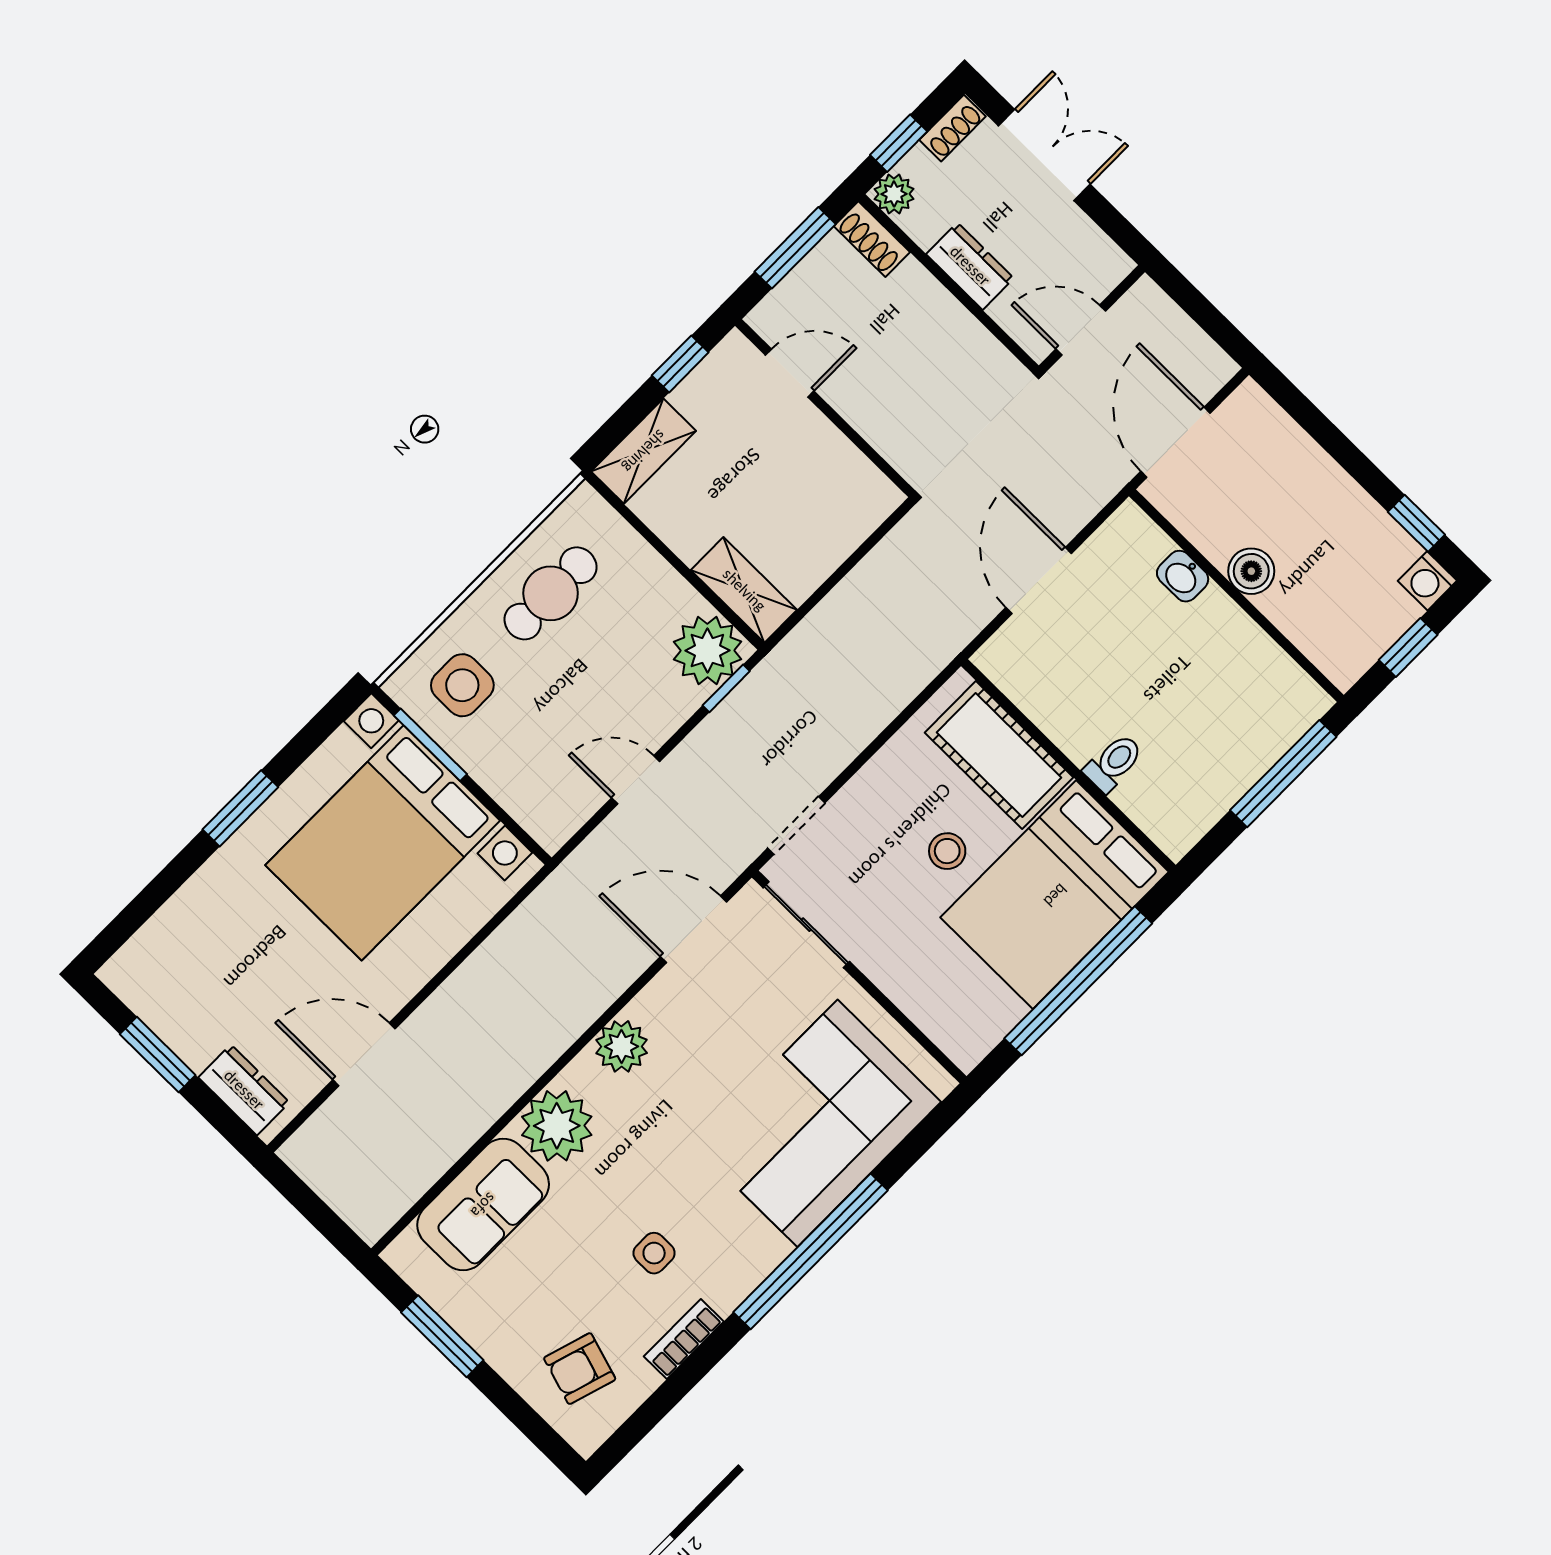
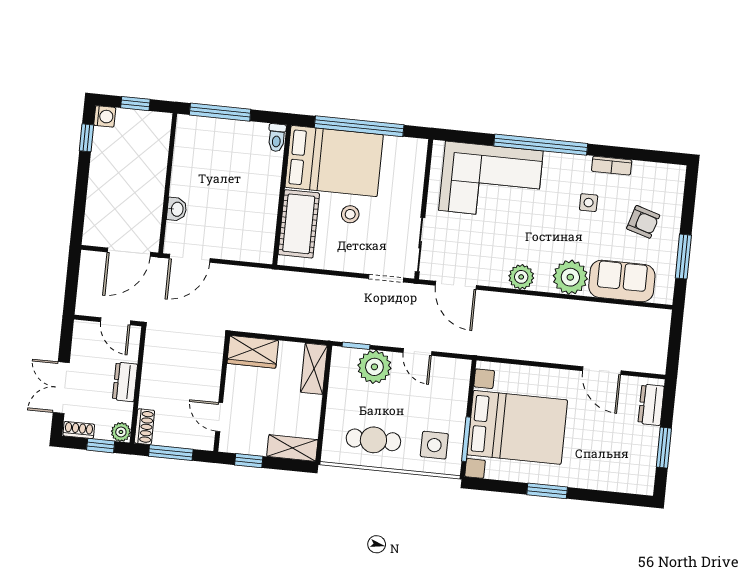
wardrobe: (851, 513) -> (253, 352), added
boiler: (1251, 571) -> (154, 185), removed
door: (1039, 581) -> (190, 258), moved
plant: (707, 651) -> (374, 367), moved
toilet: (1114, 763) -> (277, 138), moved, turned -90
armchair: (580, 1369) -> (643, 222), moved

